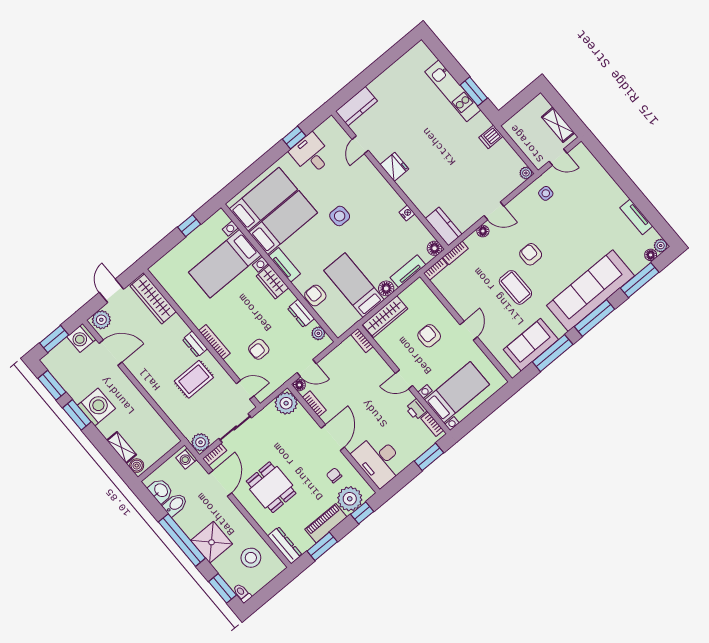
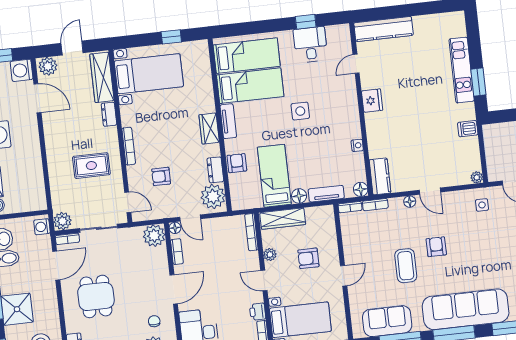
kitchen counter: (356, 106) -> (384, 29), width x1.50
bed with nightstands: (225, 264) -> (149, 74), moved, turned 180
plant: (318, 333) -> (213, 197), width x1.88, depth x1.88
armchair: (429, 336) -> (308, 258), turned -90
bookcase: (362, 340) -> (251, 232), width x1.56
dresser: (195, 344) -> (109, 114), moved
plant: (394, 354) -> (270, 255), added

